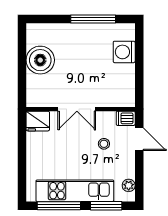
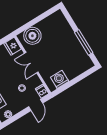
washing machine: (124, 52) -> (60, 79), moved
boiler: (40, 60) -> (32, 36), moved

